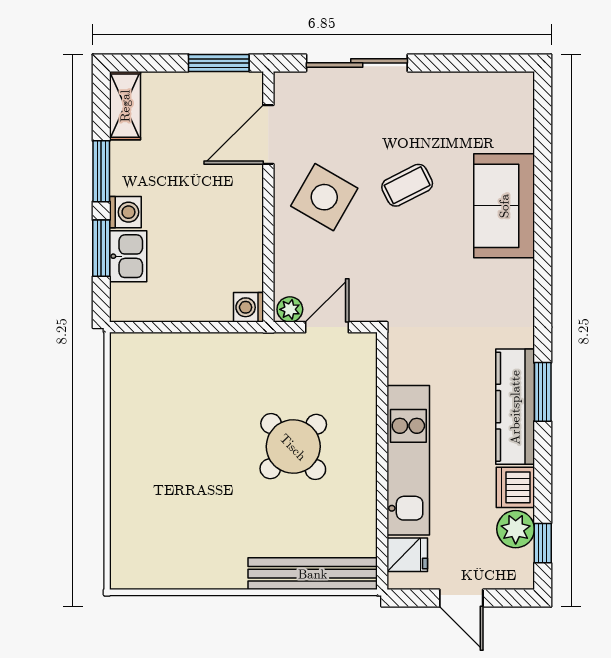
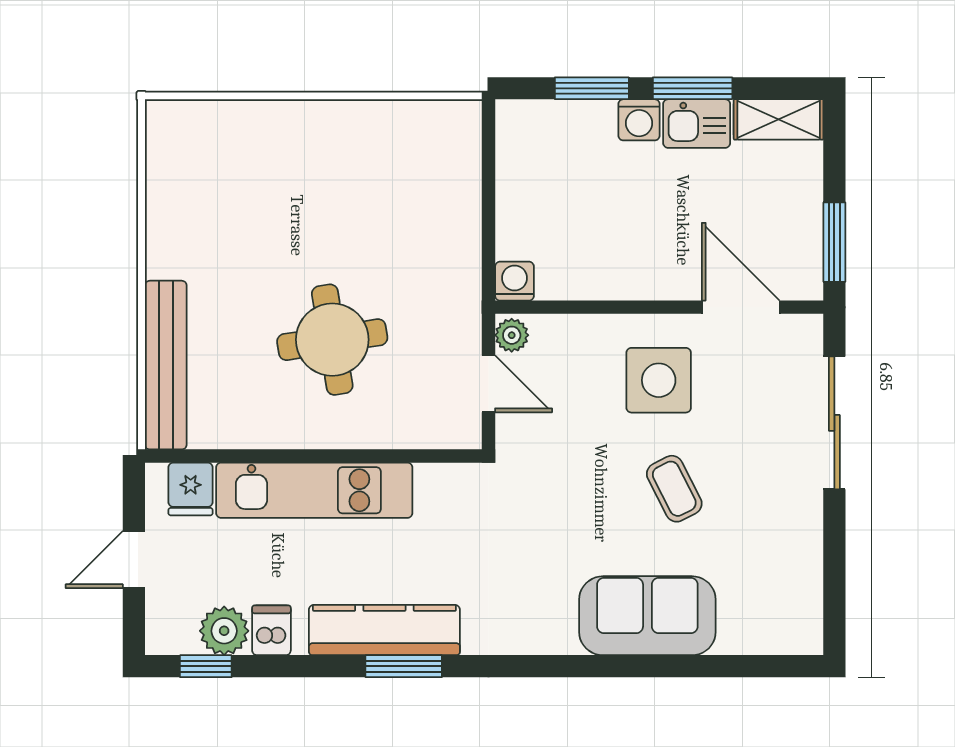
side table: (324, 197) -> (659, 380), turned -30
kitchen sink: (128, 256) -> (697, 124), moved
round table: (293, 447) -> (332, 340), turned 35
dishwasher: (515, 487) -> (271, 630), width x0.73

